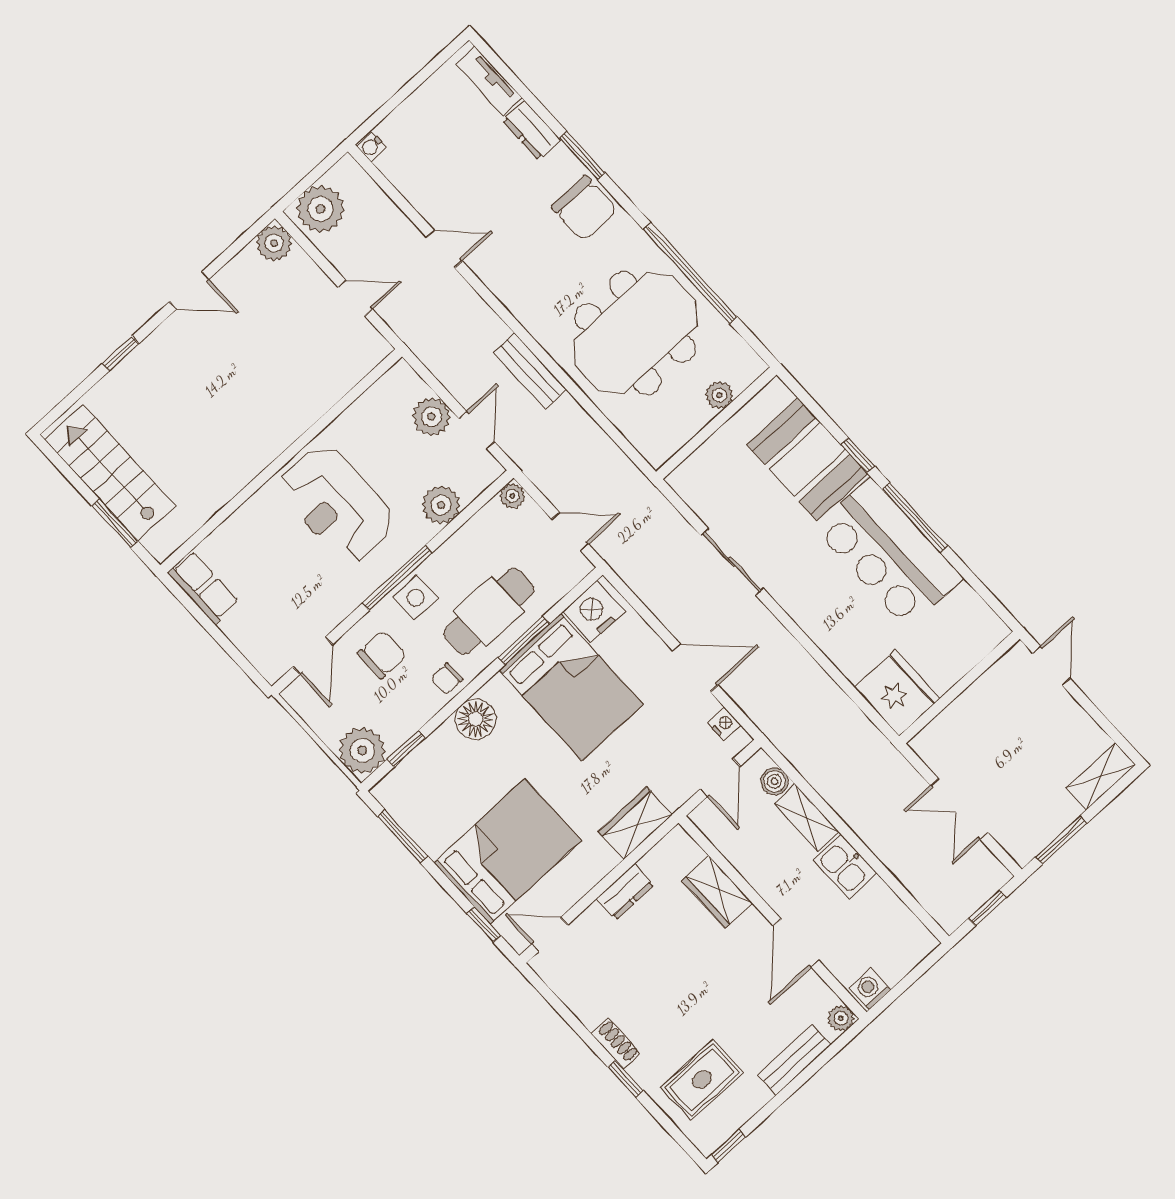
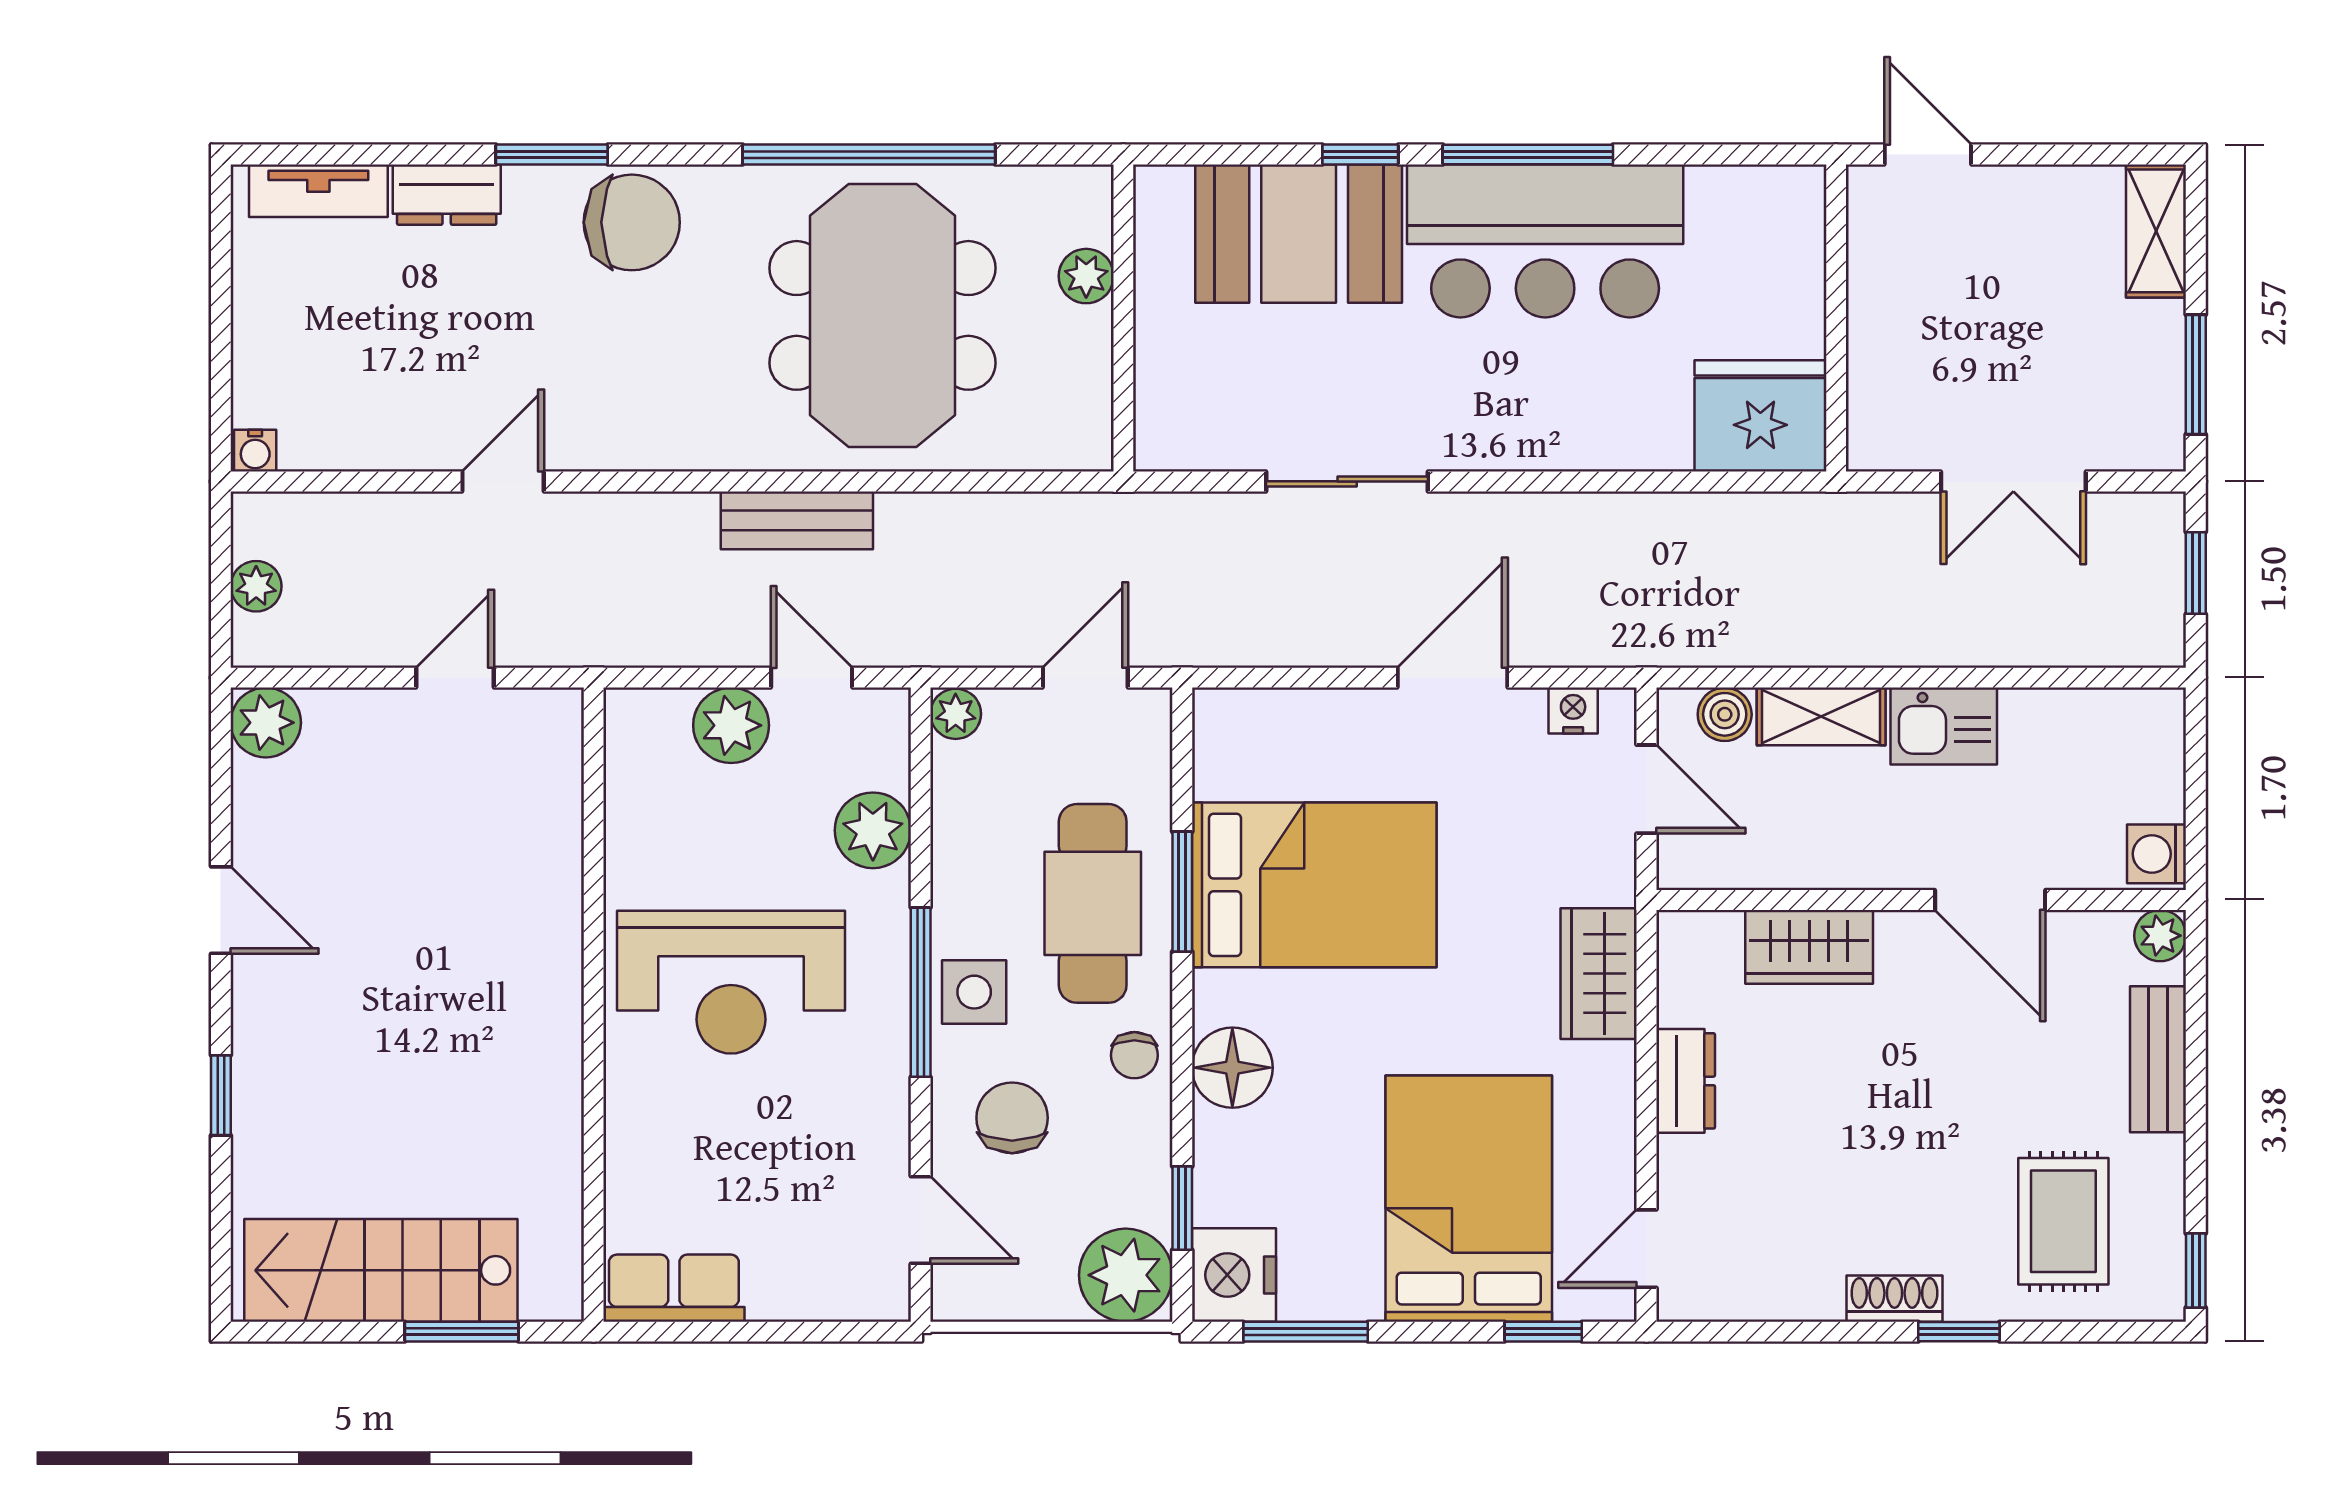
plant: (321, 209) -> (256, 586), width x0.53, depth x0.53
door: (189, 290) -> (221, 910), hinge flipped
nightstand: (594, 612) -> (1234, 1275), moved

